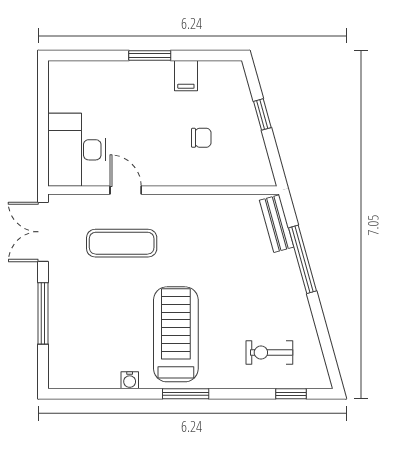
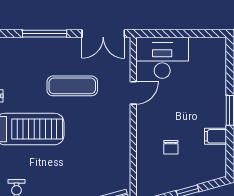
double door: (43, 232) -> (103, 34), swing flipped
exercise mat: (122, 243) -> (72, 86), moved, turned 90

